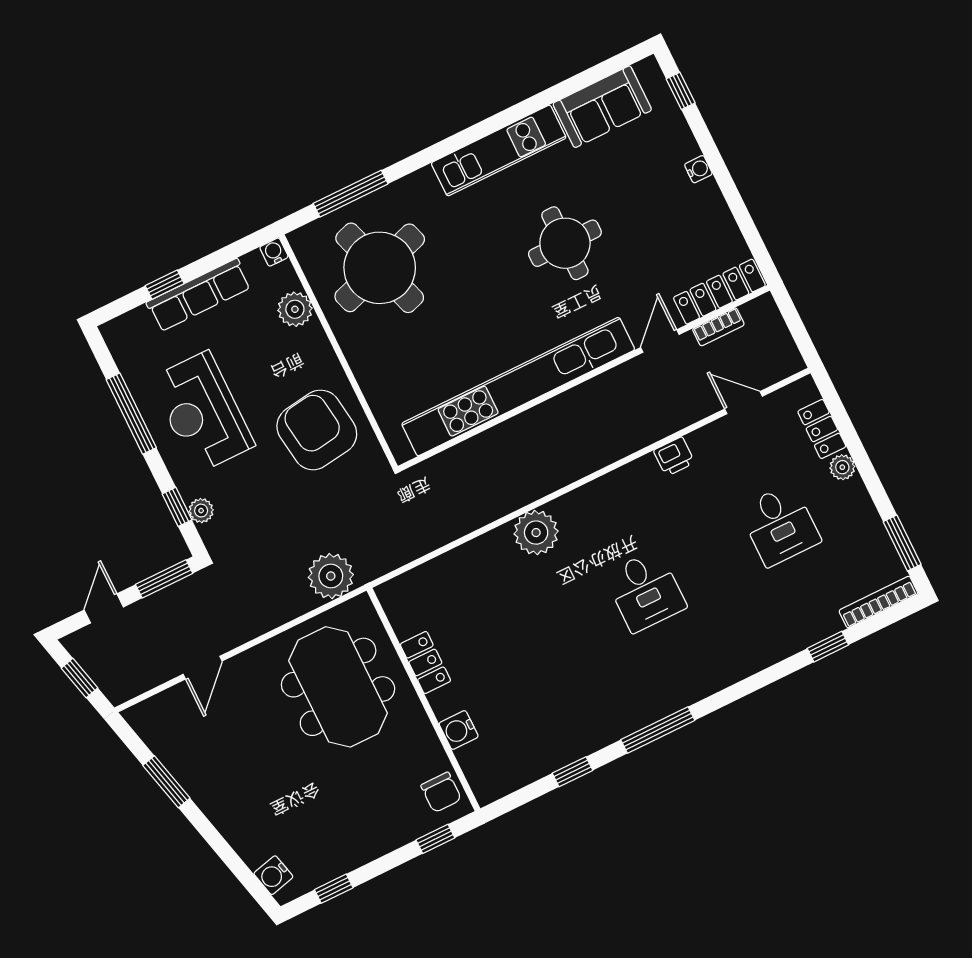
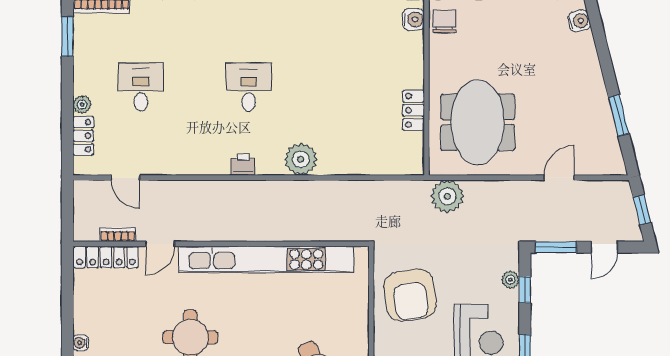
printer: (674, 457) -> (243, 165), moved
water cooler: (459, 730) -> (413, 19), moved

